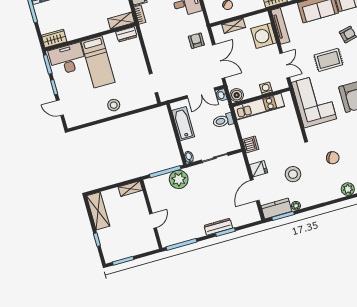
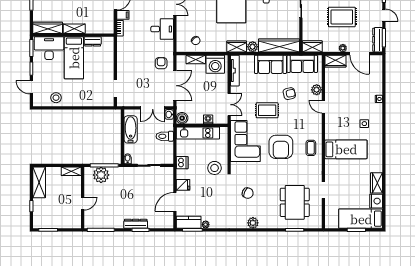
shelving: (121, 21) -> (74, 29), moved
dresser: (126, 34) -> (93, 41), moved
washing machine: (264, 36) -> (215, 64), moved, turned -90
wardrobe: (54, 39) -> (48, 28), width x1.50
stool: (114, 105) -> (56, 98), moved
stool: (293, 174) -> (215, 168), moved
plant: (179, 179) -> (101, 175), moved

